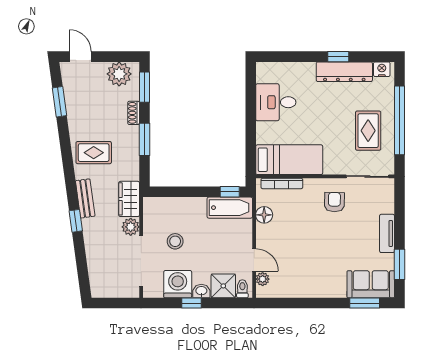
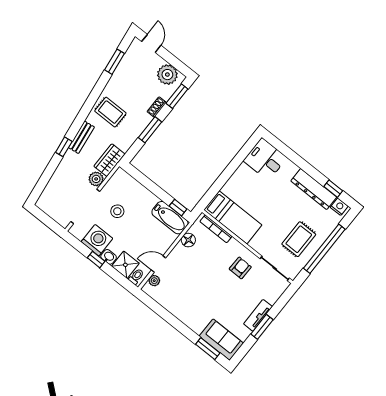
window: (338, 57) -> (333, 189), moved
desk: (276, 102) -> (265, 159), moved
door: (254, 260) -> (159, 264), swing flipped
window: (400, 264) -> (262, 327), moved

